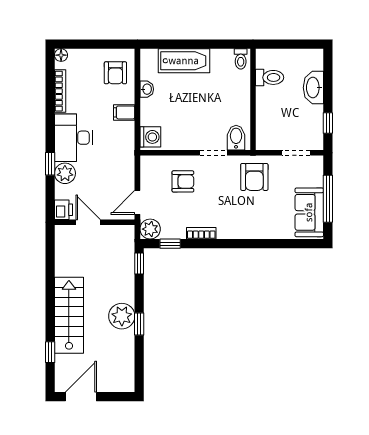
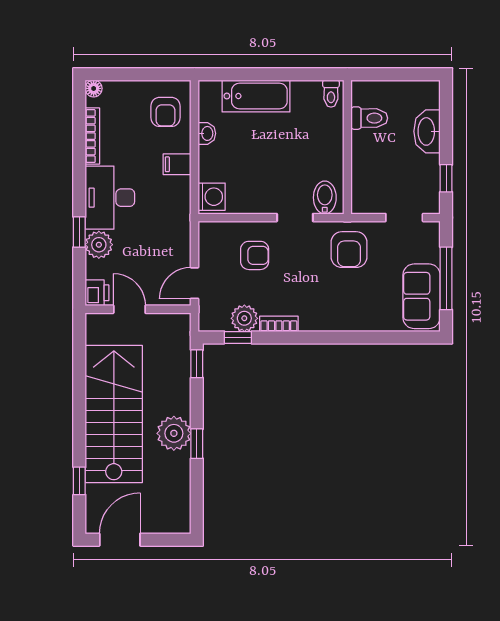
plant: (150, 229) -> (244, 318), moved
stairs: (69, 315) -> (114, 414), width x1.36, depth x1.51

